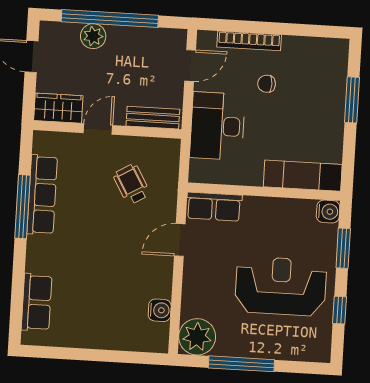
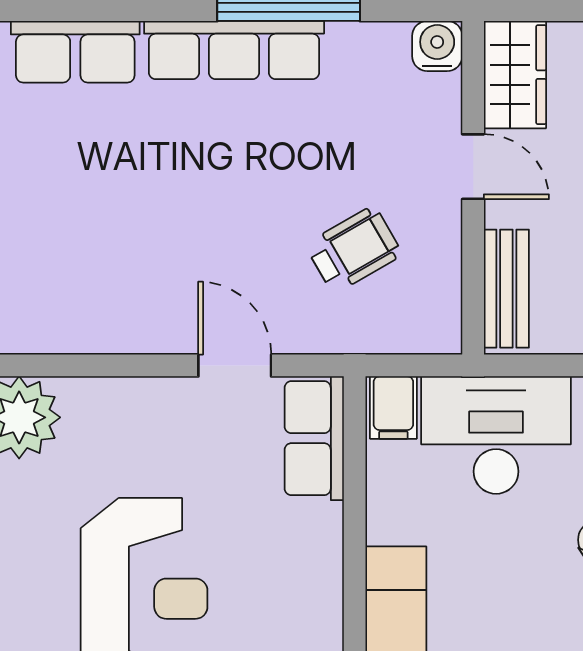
filing cabinet: (203, 171) -> (393, 408), added
row of seats: (42, 195) -> (234, 50), moved
water cooler: (160, 310) -> (437, 46), moved, turned 180

